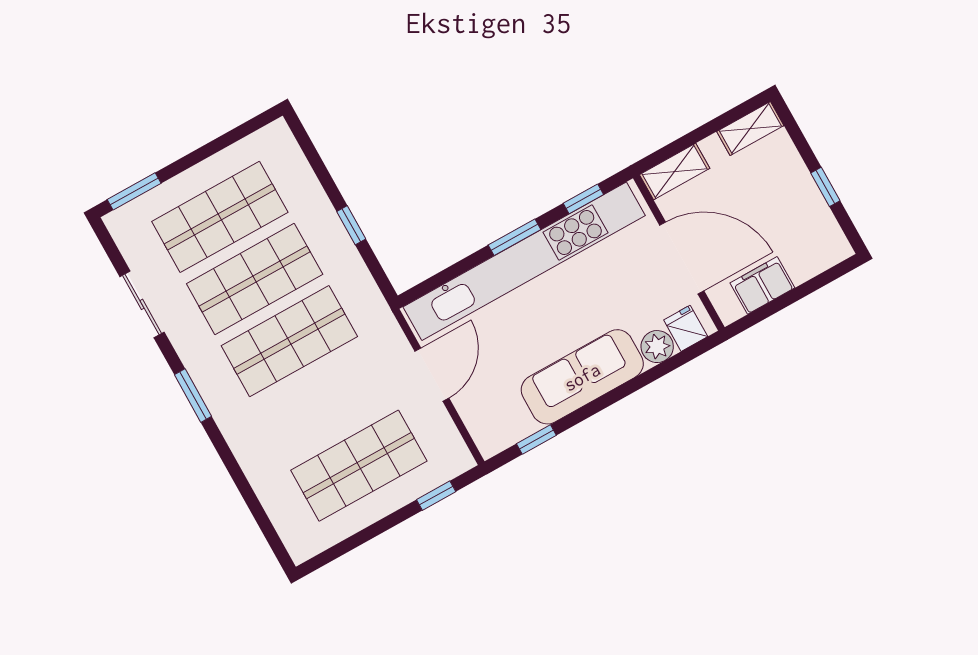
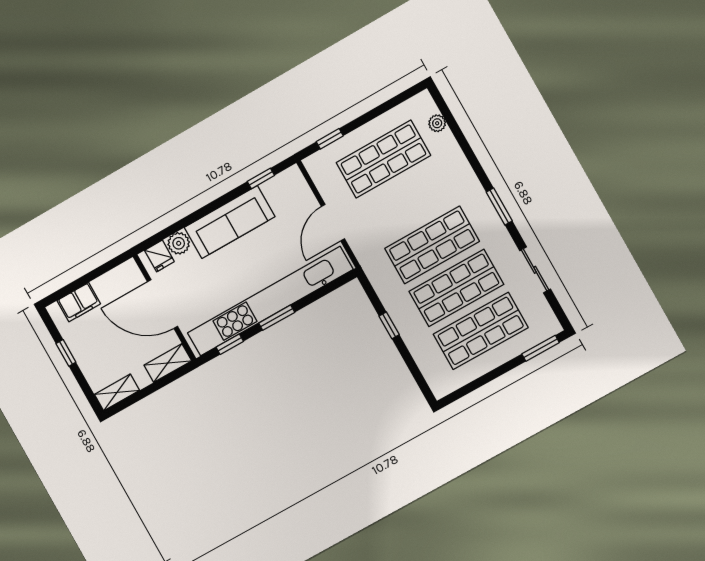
filing cabinet: (762, 285) -> (79, 302), moved
plant: (281, 516) -> (437, 123), added

